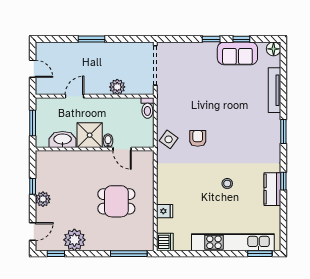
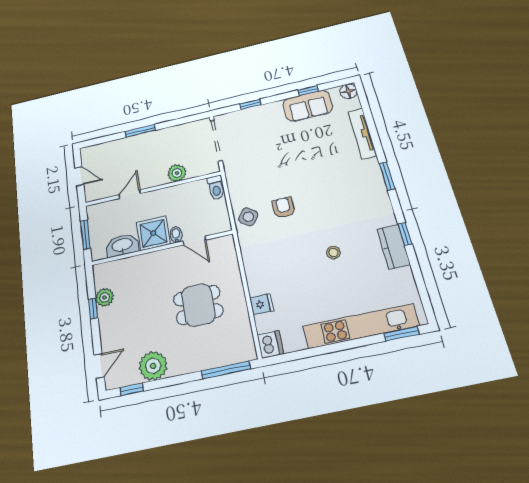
window: (211, 39) -> (250, 104), moved
plant: (43, 199) -> (105, 297), moved

